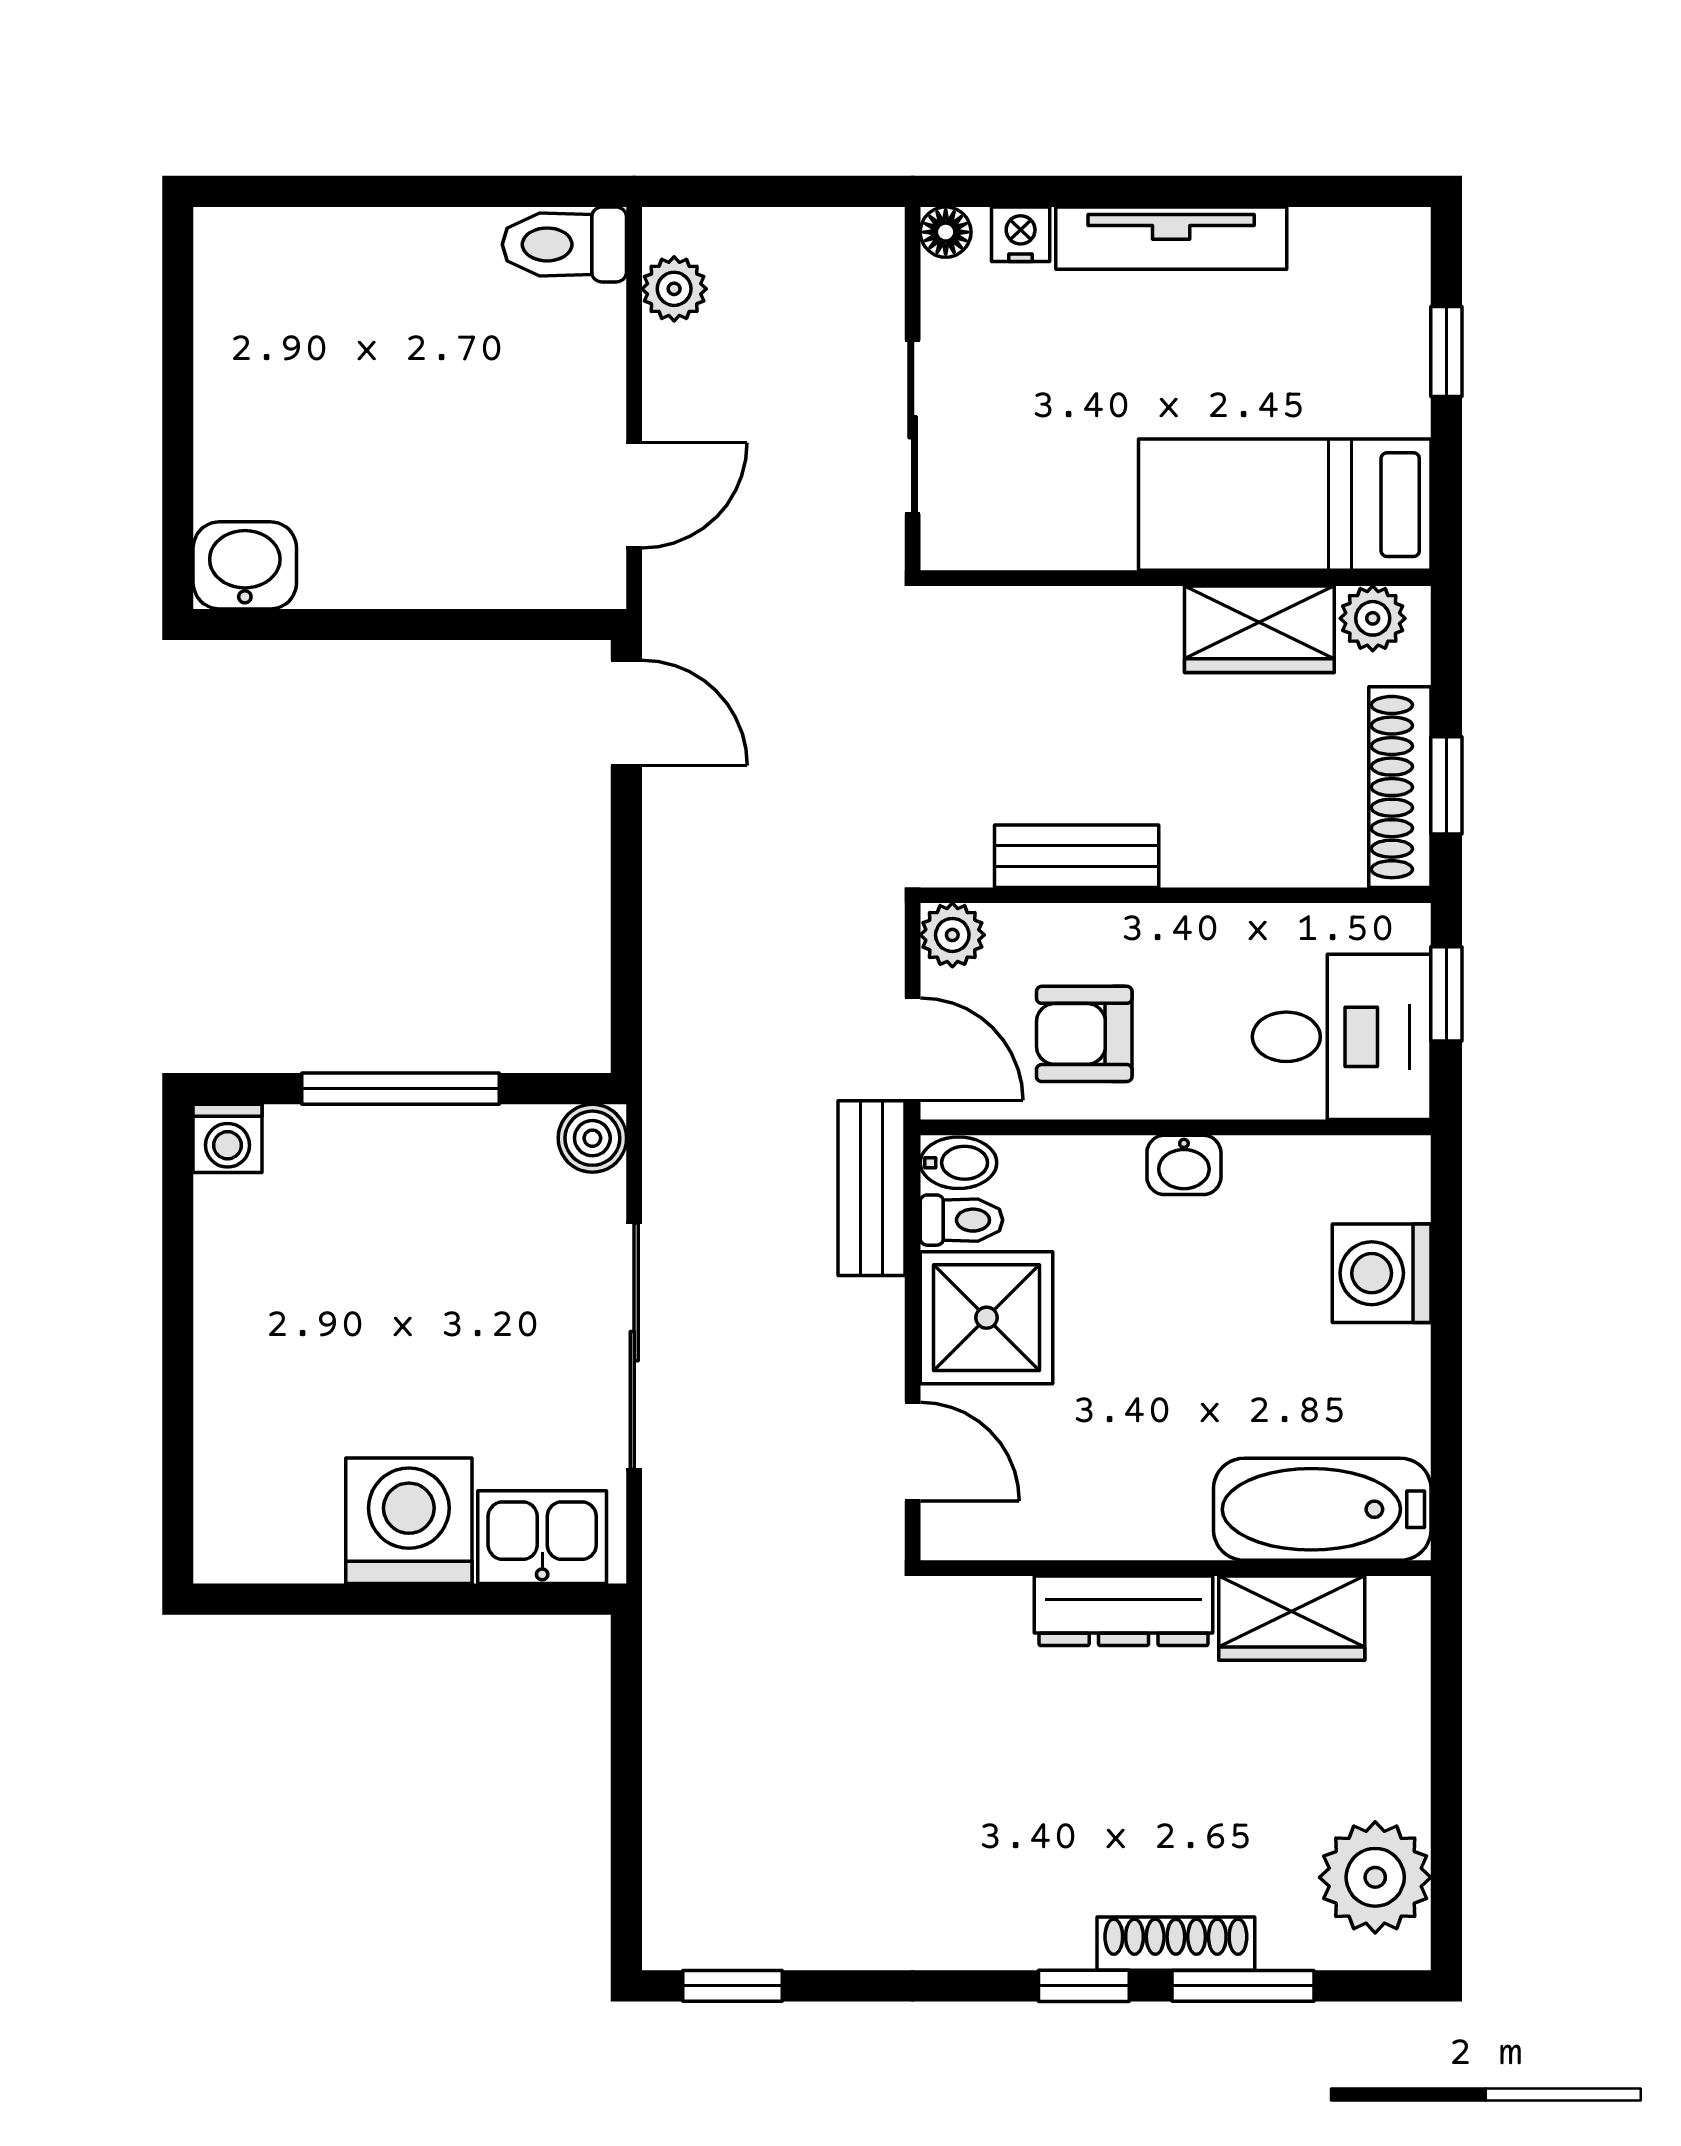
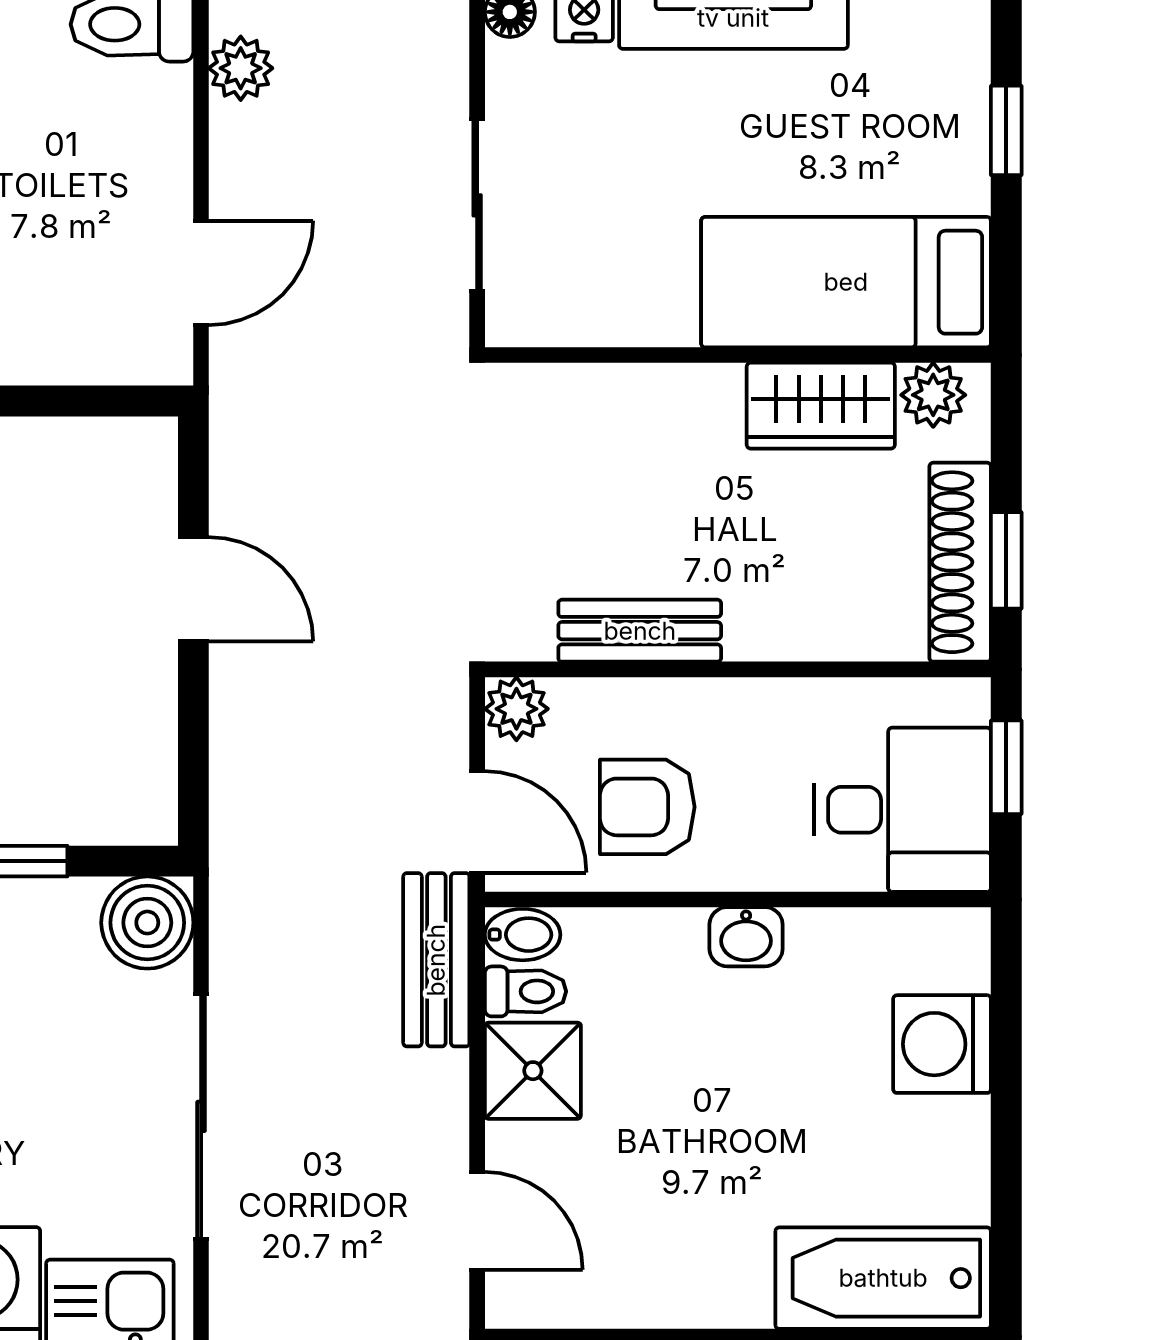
door: (626, 713) -> (193, 589), moved
boiler: (592, 1138) -> (147, 923), width x1.36, depth x1.36
shower: (987, 1318) -> (533, 1071), width x0.73, depth x0.73

